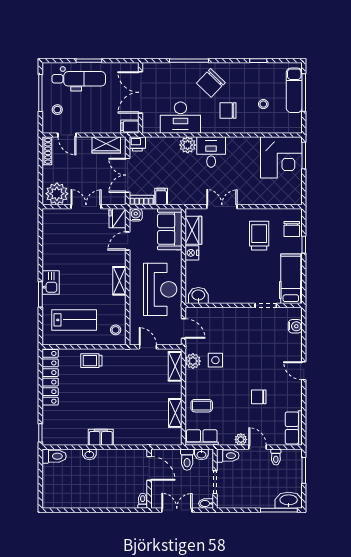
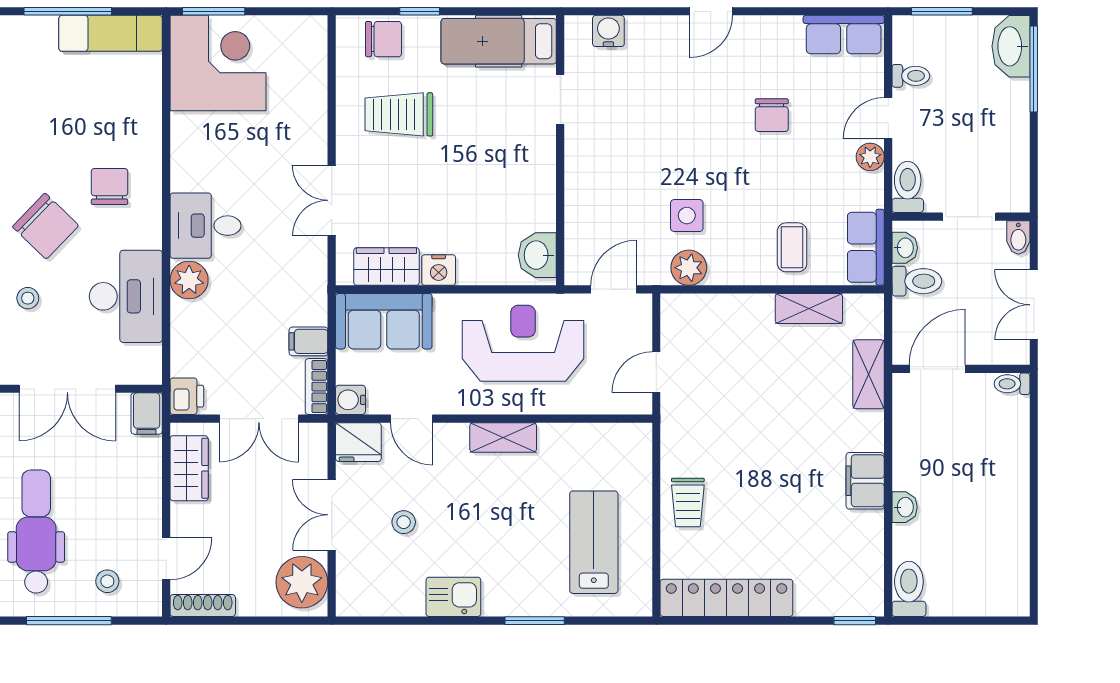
exam couch: (294, 90) -> (111, 33), moved
stool: (263, 104) -> (28, 298), moved
chair: (228, 111) -> (110, 187), turned 180
kitchen sink: (51, 283) -> (453, 597), moved
stool: (116, 330) -> (404, 522), moved
shelving: (175, 366) -> (869, 374), moved, turned 90

